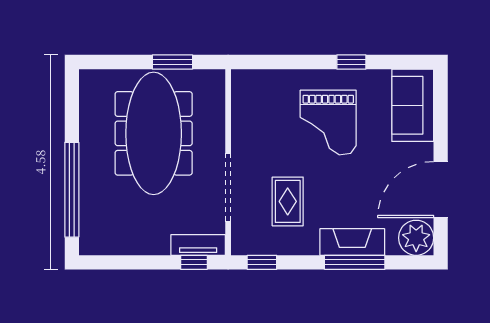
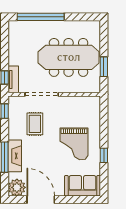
grand piano: (328, 122) -> (74, 144), turned -90
rug: (288, 201) -> (35, 124), turned 90

